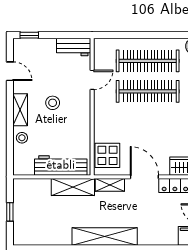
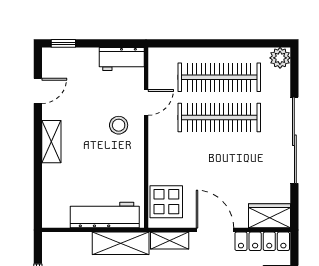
door: (10, 71) -> (38, 91), hinge flipped
stool: (53, 103) -> (119, 125), moved
stool: (22, 138) -> (54, 179), removed

